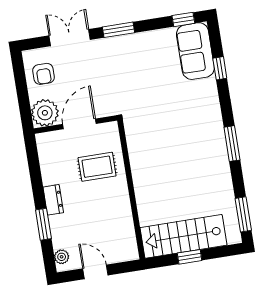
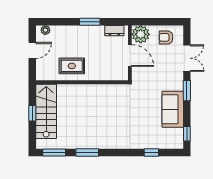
sofa: (195, 51) -> (173, 109), moved, turned -90
window: (232, 144) -> (87, 152), moved
rug: (97, 167) -> (72, 66), moved, turned 90
dresser: (53, 200) -> (114, 31), moved
window: (43, 224) -> (90, 22), moved

